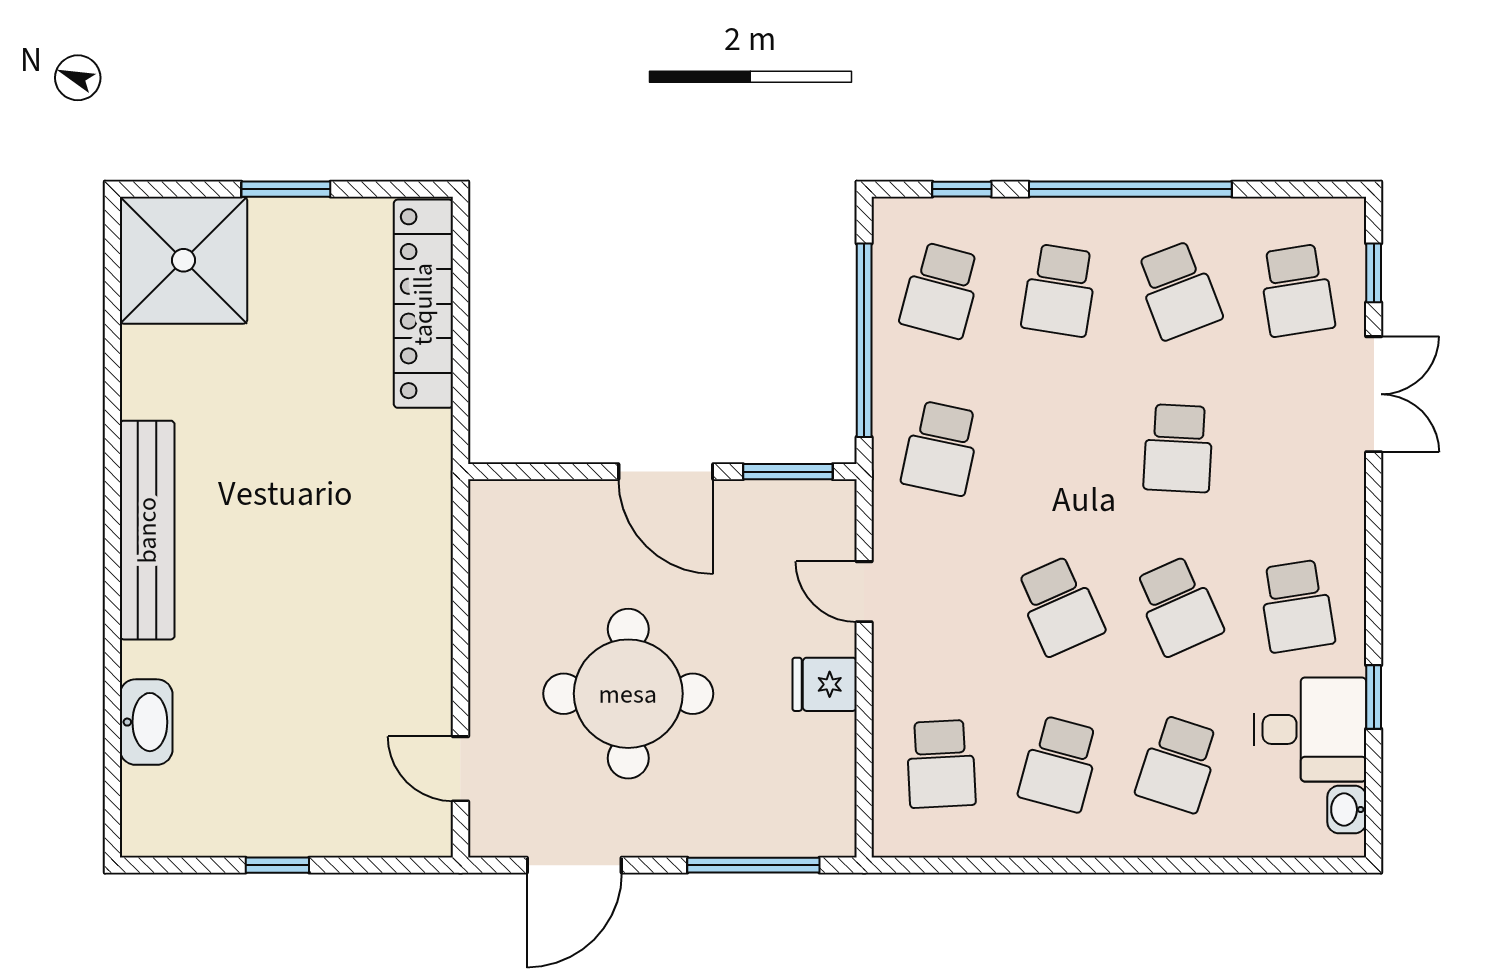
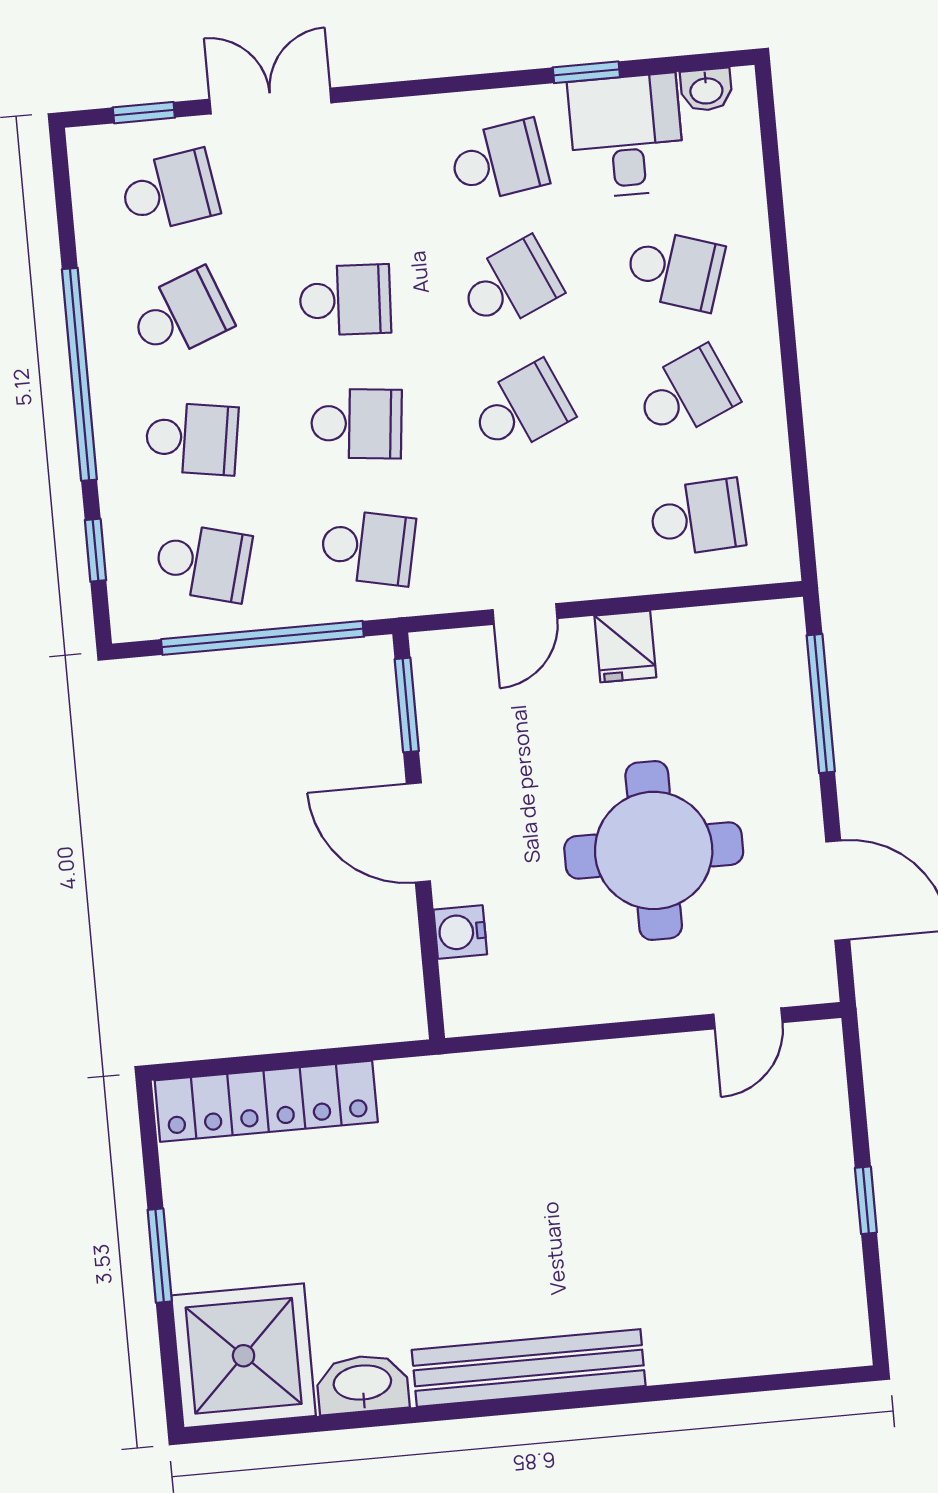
school desk: (1060, 448) -> (357, 424), added
door: (666, 472) -> (418, 832), swing flipped
water cooler: (567, 503) -> (460, 932), added
washbasin: (146, 722) -> (363, 1384), moved
school desk: (1060, 764) -> (686, 394), turned -39

